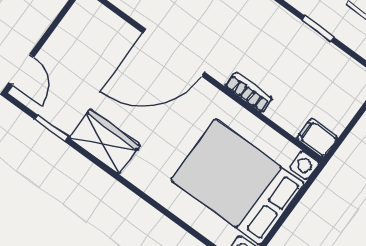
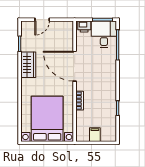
door: (21, 70) -> (42, 20), moved
filing cabinet: (317, 138) -> (95, 135), moved

